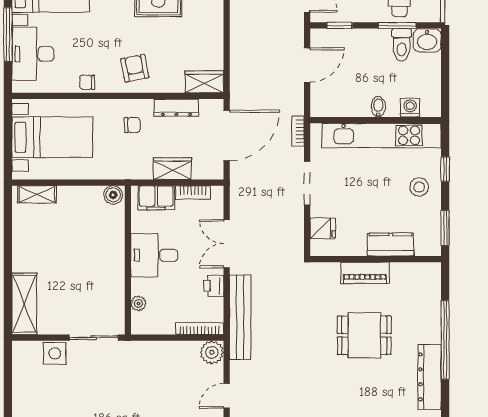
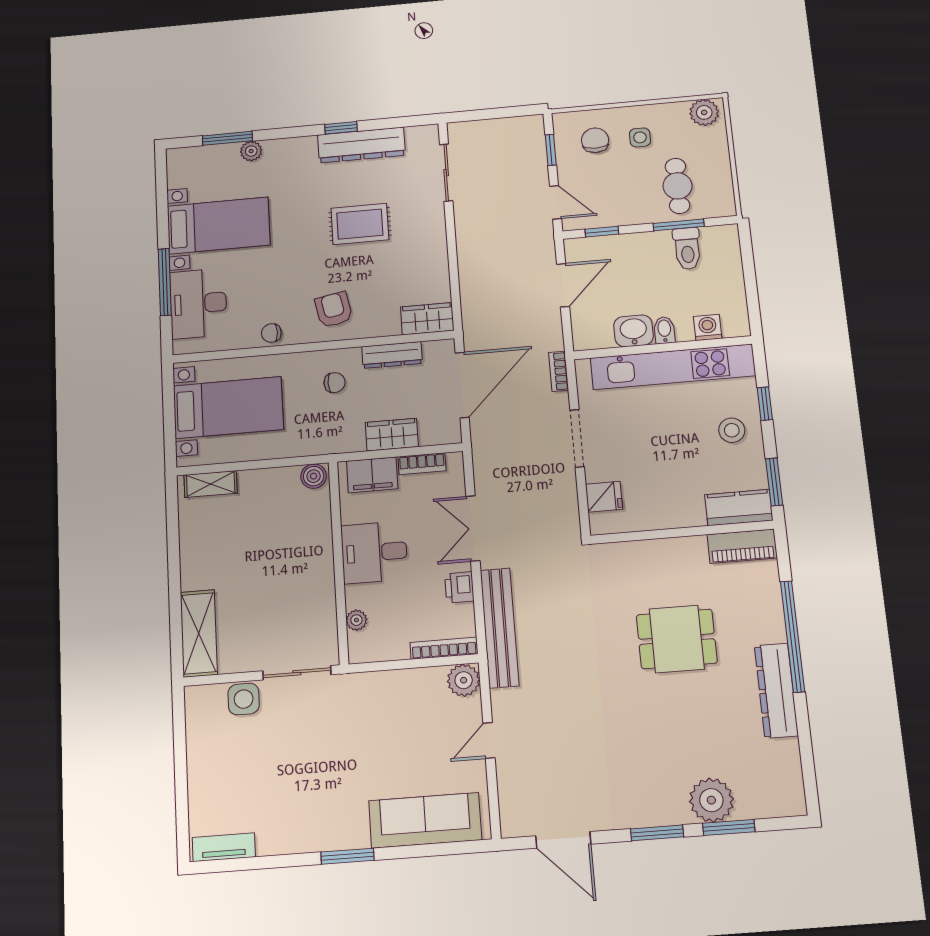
washbasin: (427, 40) -> (634, 331), moved, turned 180
kitchen counter: (391, 245) -> (739, 508), moved
piano: (365, 273) -> (742, 546), moved

